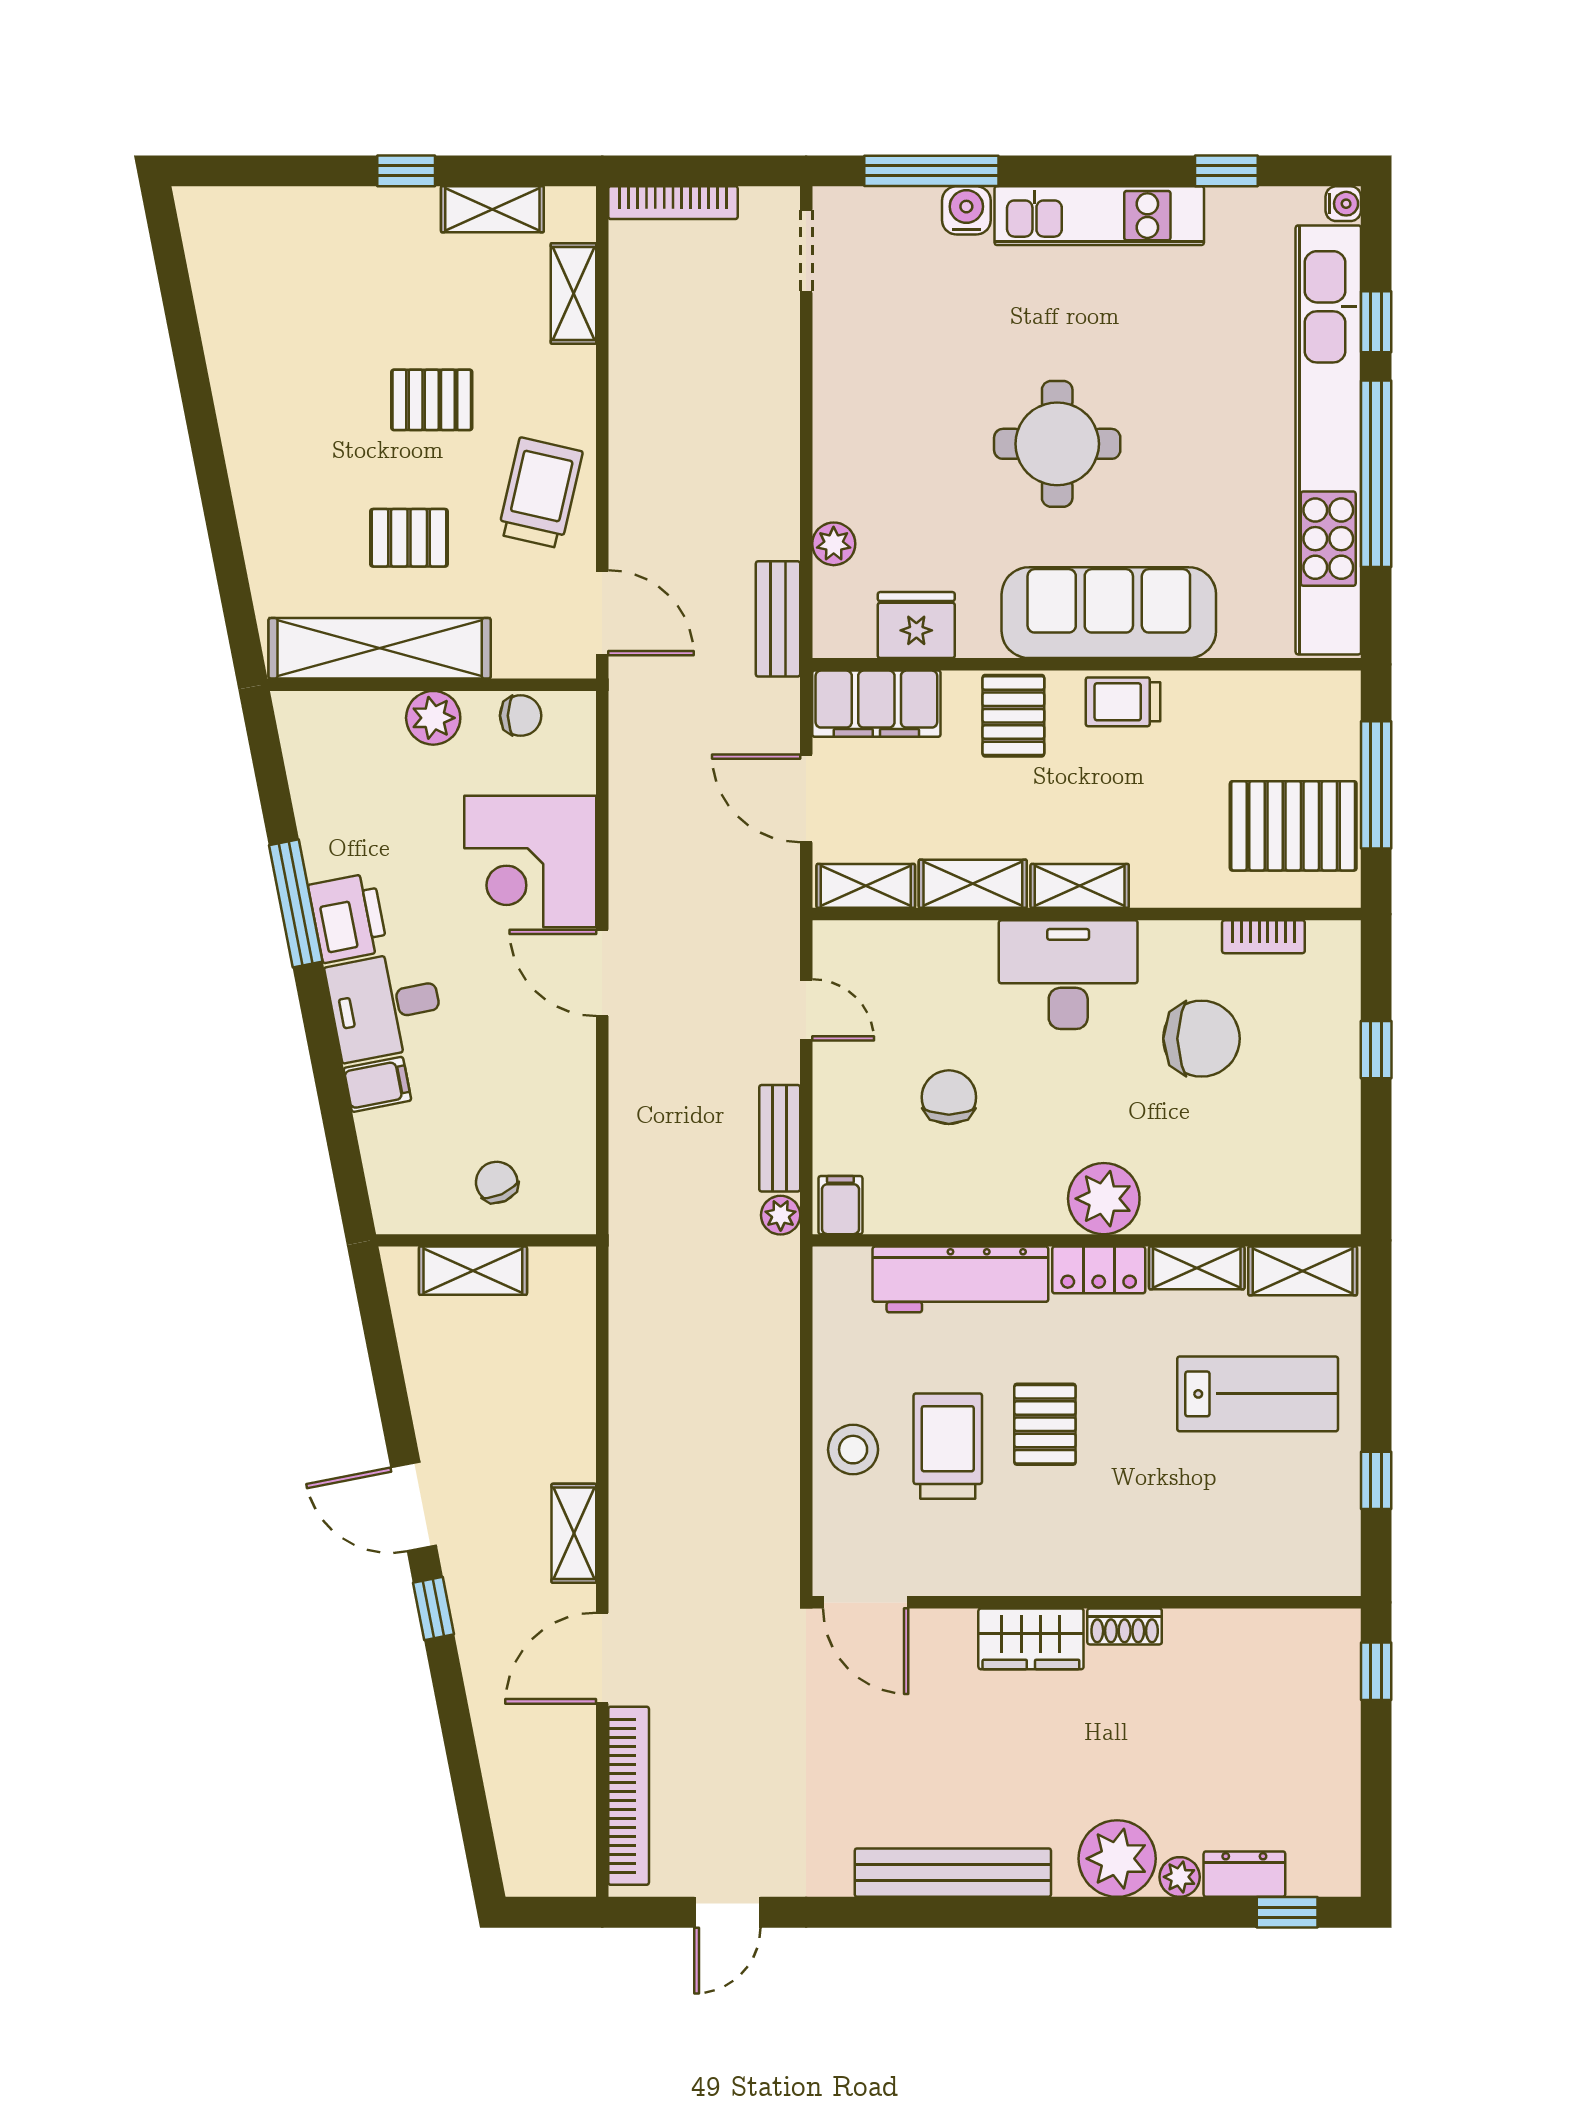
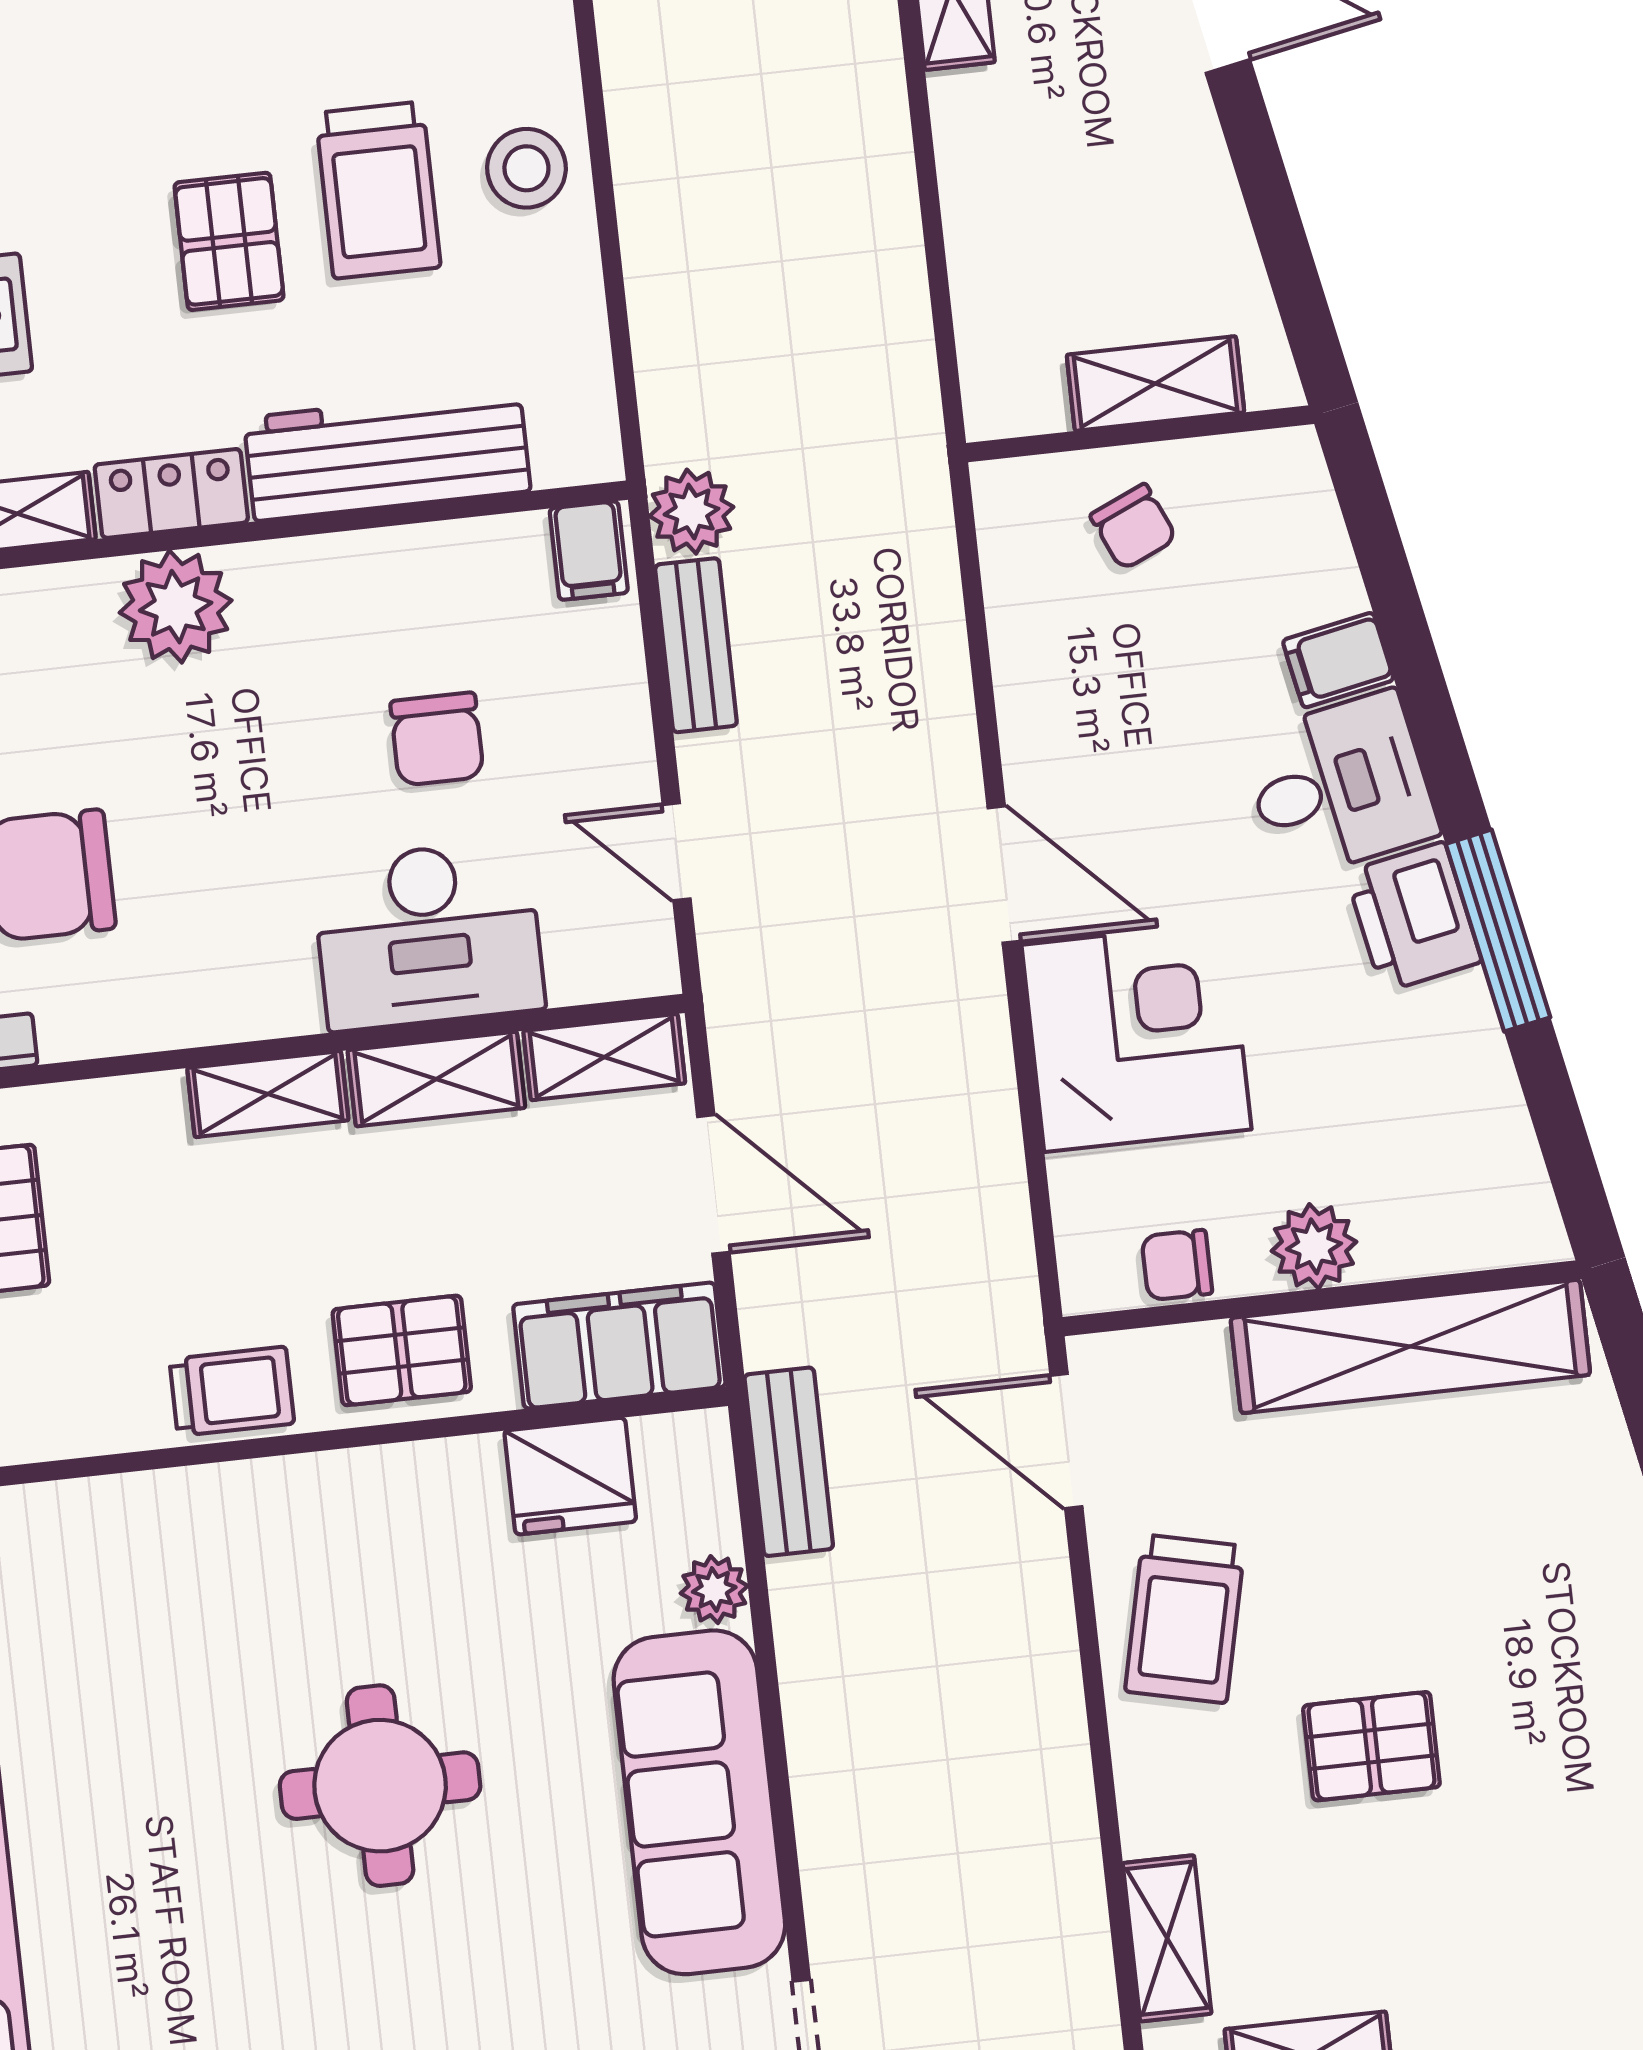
pallet: (409, 538) -> (1383, 1525), removed
sofa: (1109, 613) -> (699, 1802), moved, turned 90
pallet: (1013, 716) -> (402, 1350), turned 90
desk: (1068, 975) -> (428, 935), moved
plant: (781, 1215) -> (691, 512), width x1.38, depth x1.38

